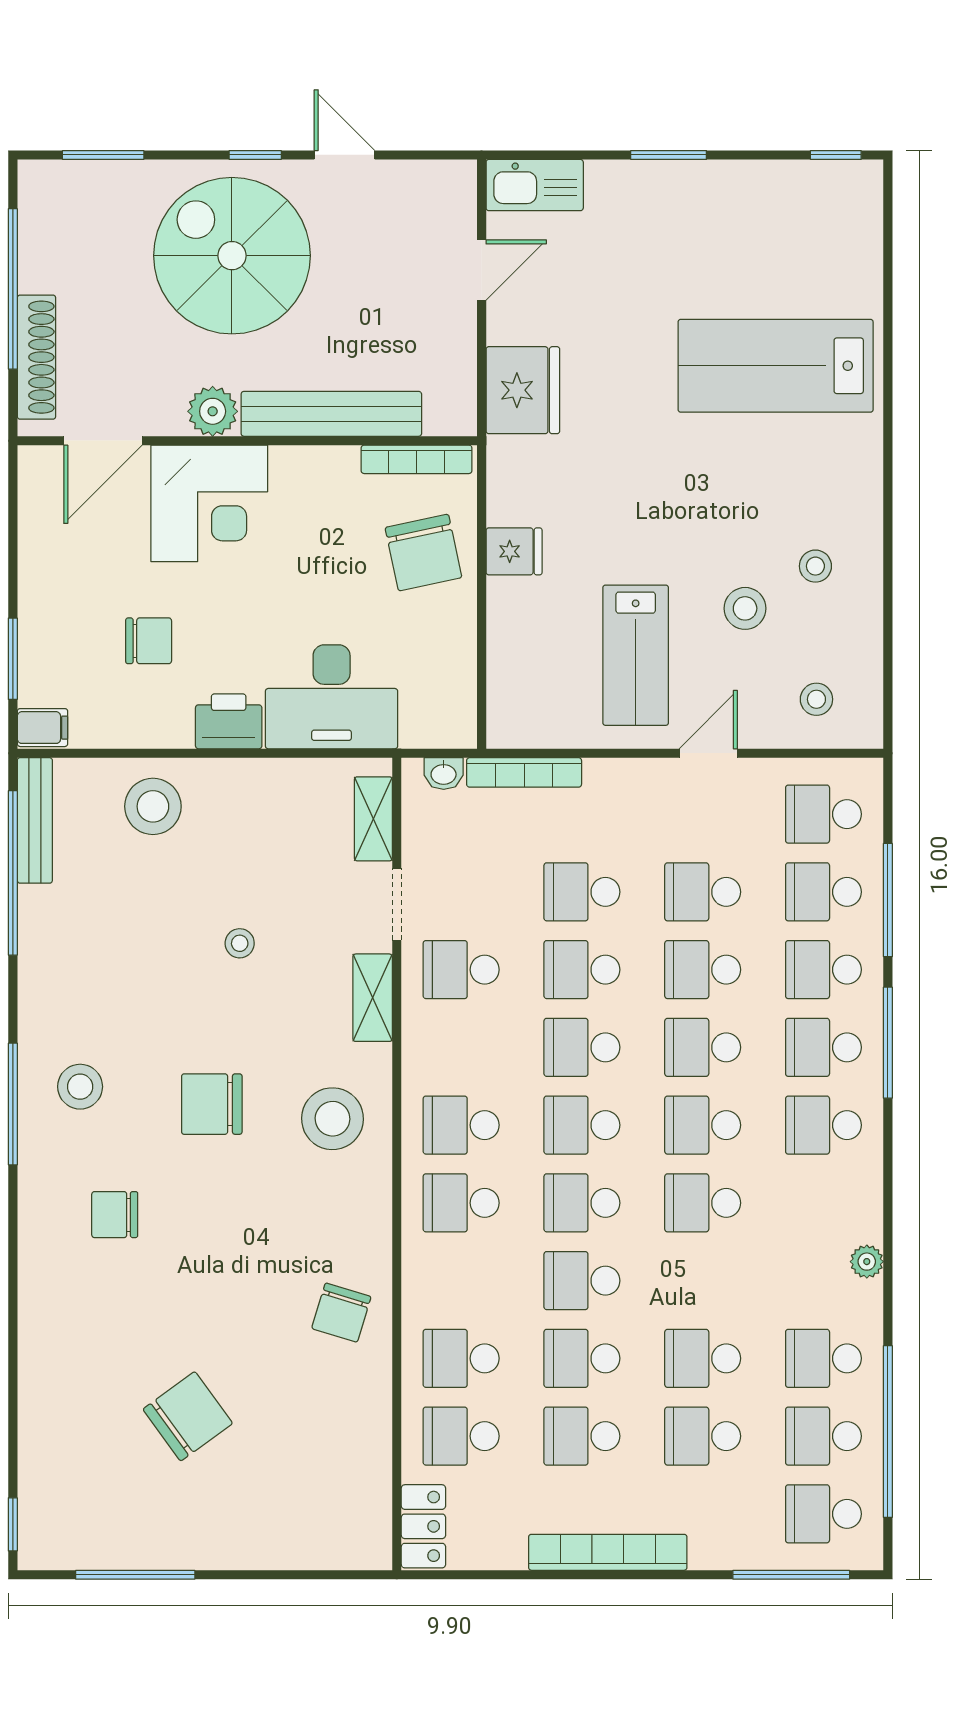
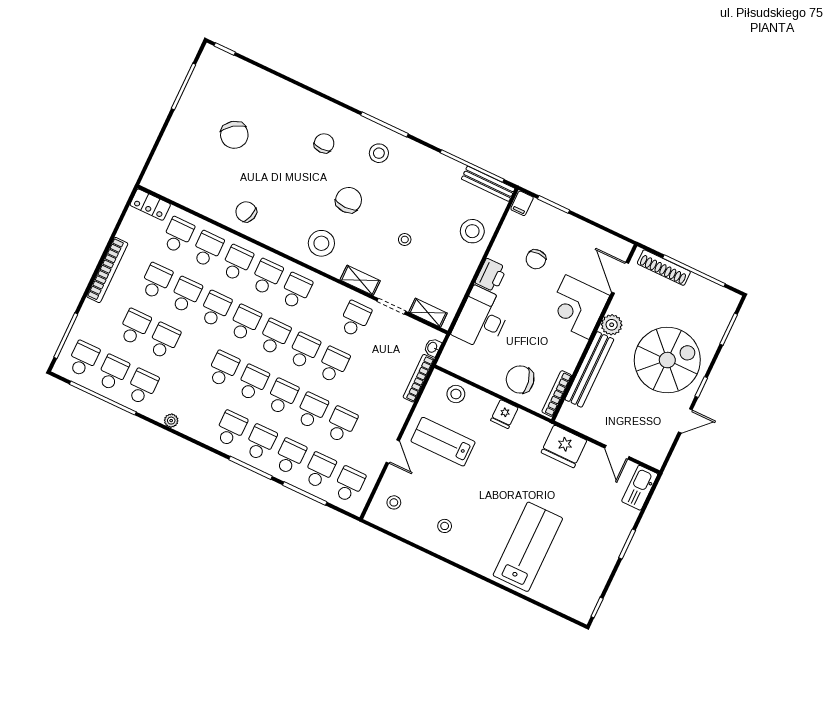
stool: (745, 608) -> (456, 394), moved
school desk: (582, 892) -> (237, 263), moved

